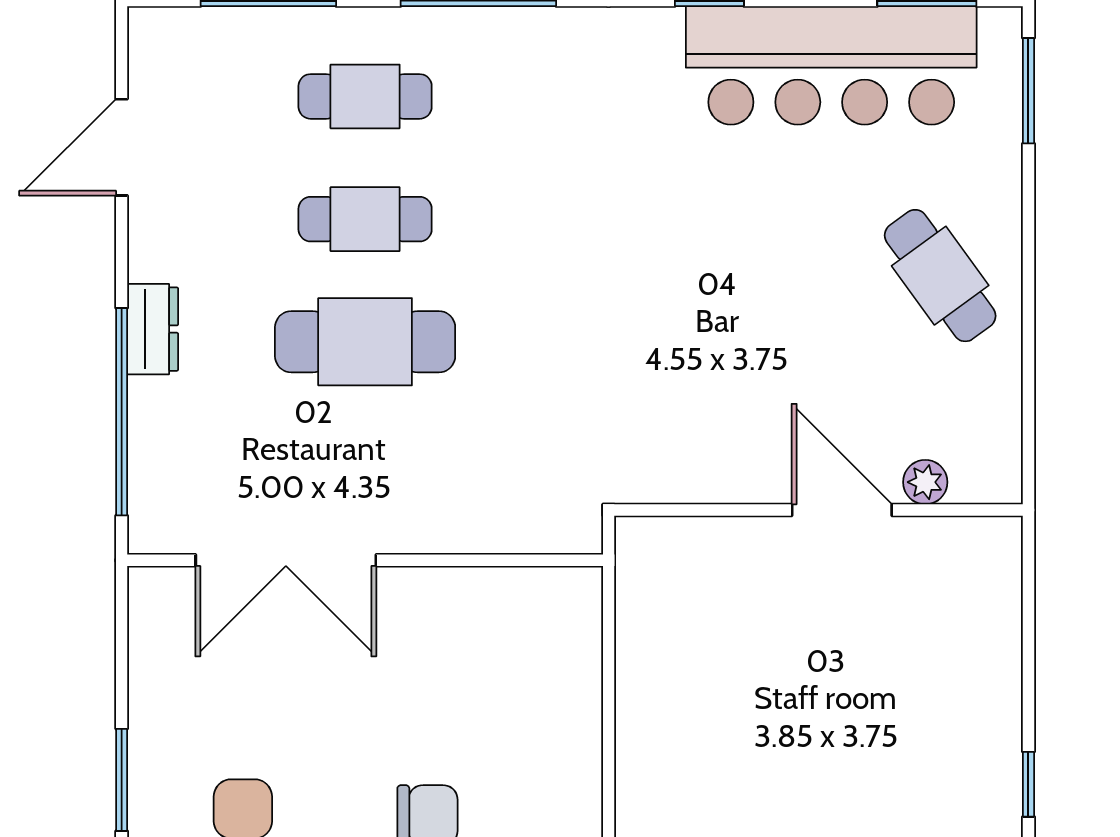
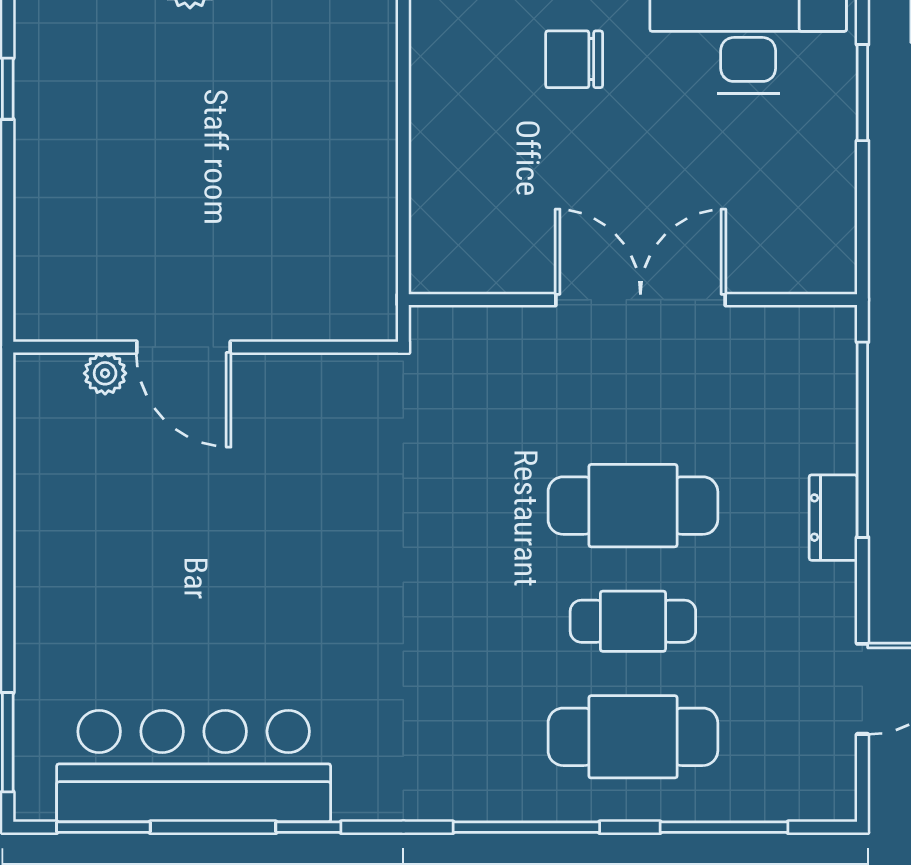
cafe table: (365, 96) -> (633, 737), width x1.37, depth x1.35
cafe table: (940, 276) -> (91, 568), removed
double door: (286, 560) -> (640, 300), moved

